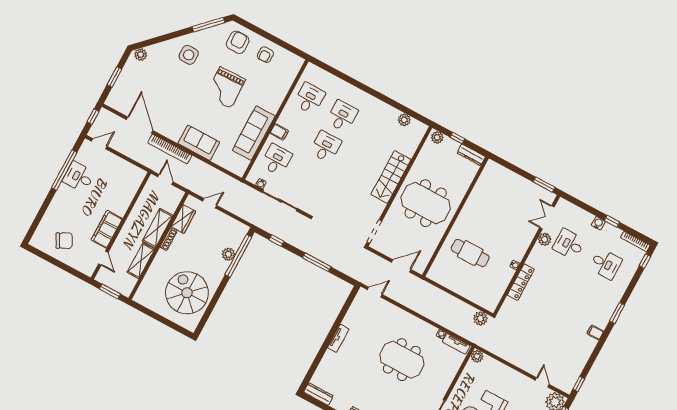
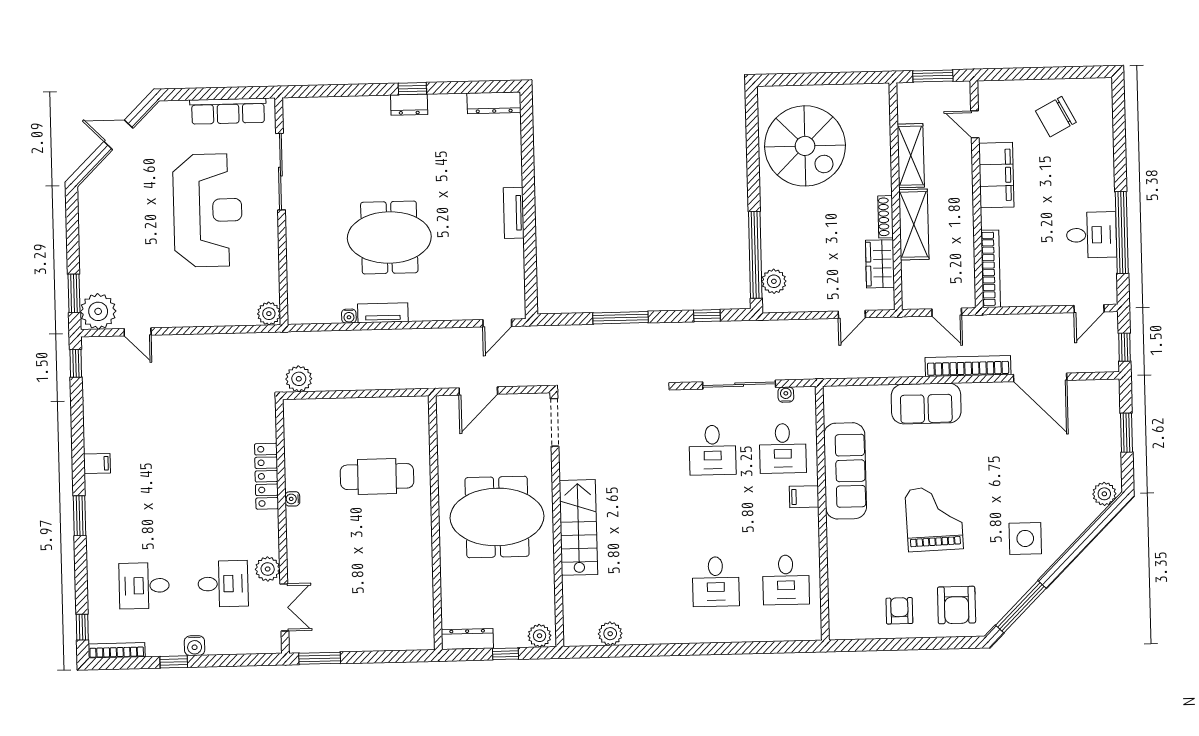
desk: (326, 147) -> (713, 450), moved
bookcase: (134, 188) -> (991, 269), added
plant: (228, 254) -> (774, 281), moved
tv unit: (456, 344) -> (383, 313), moved

